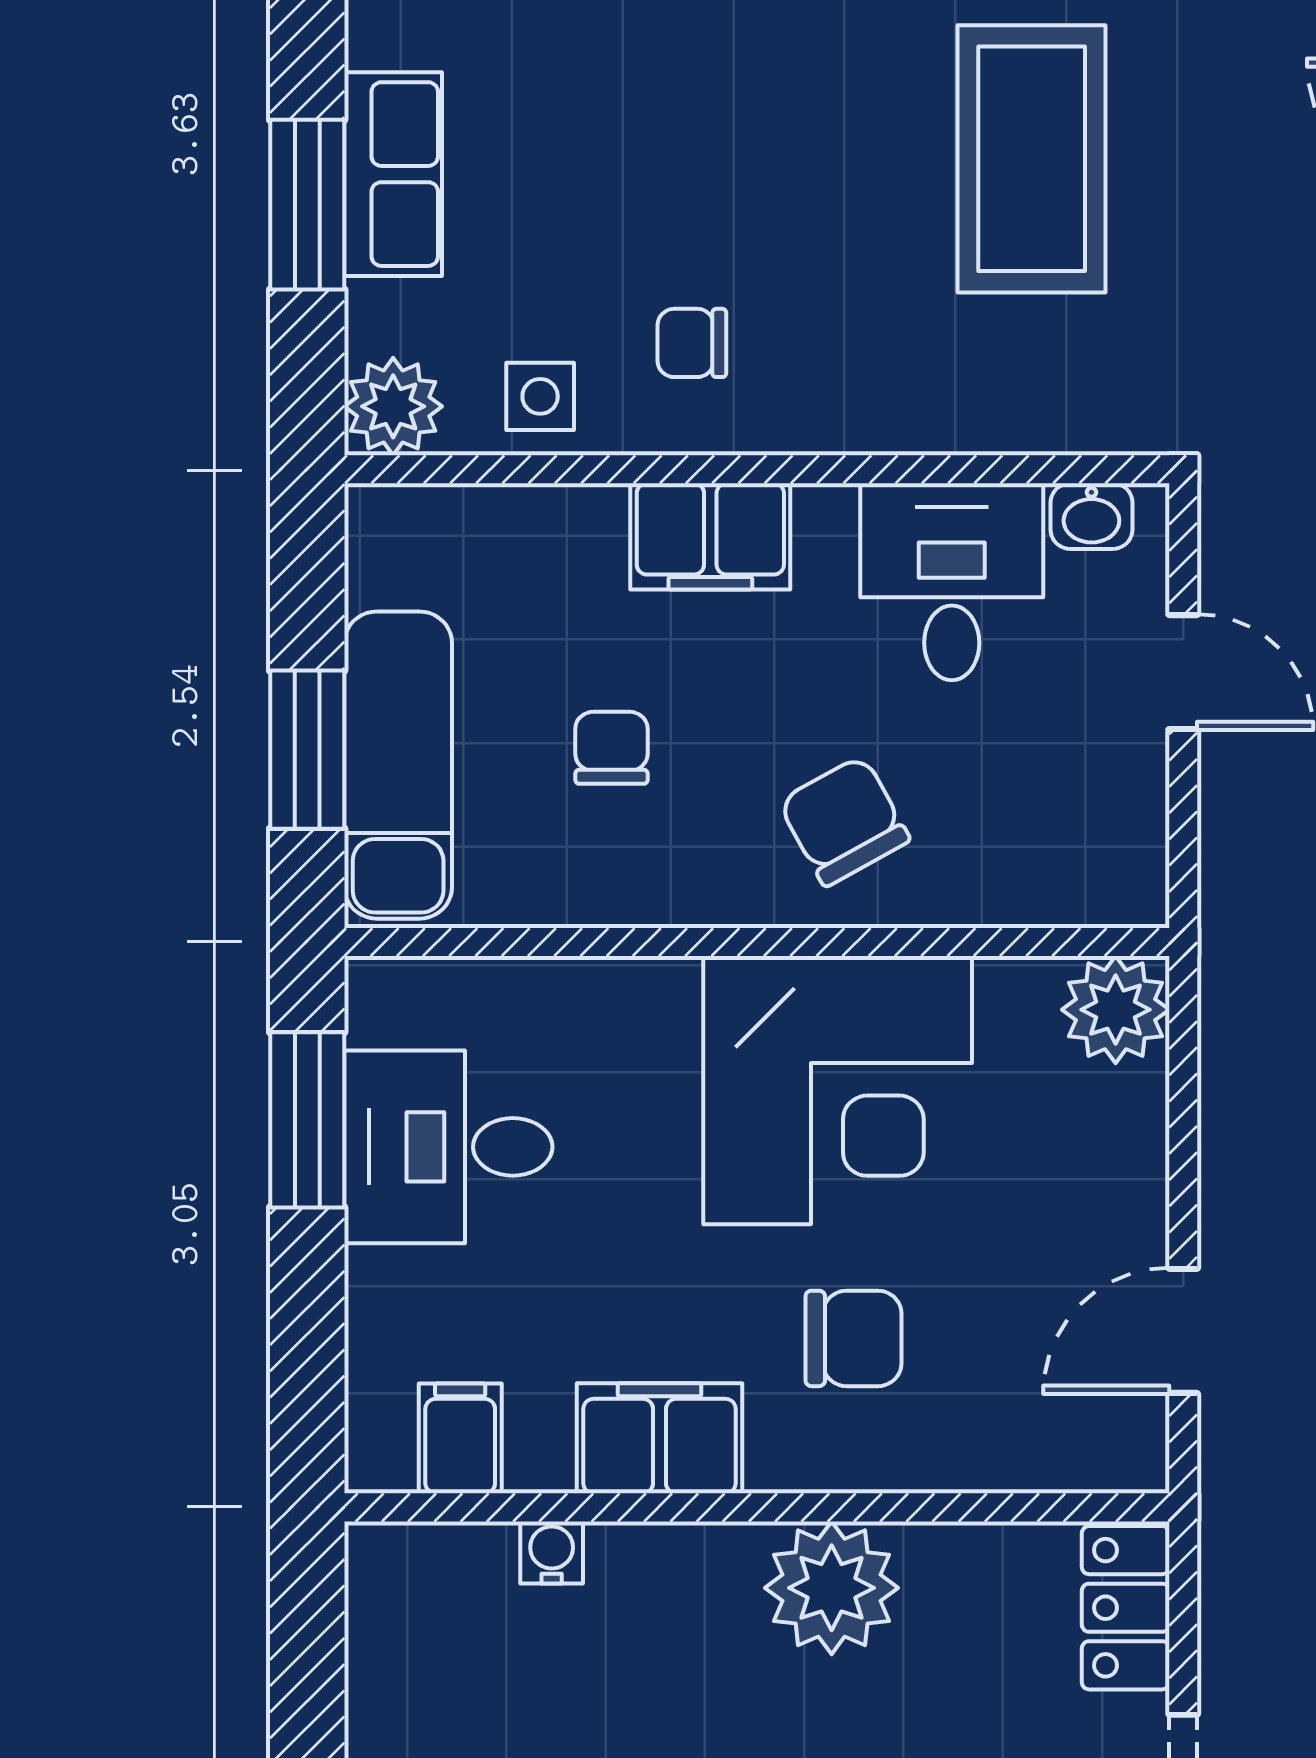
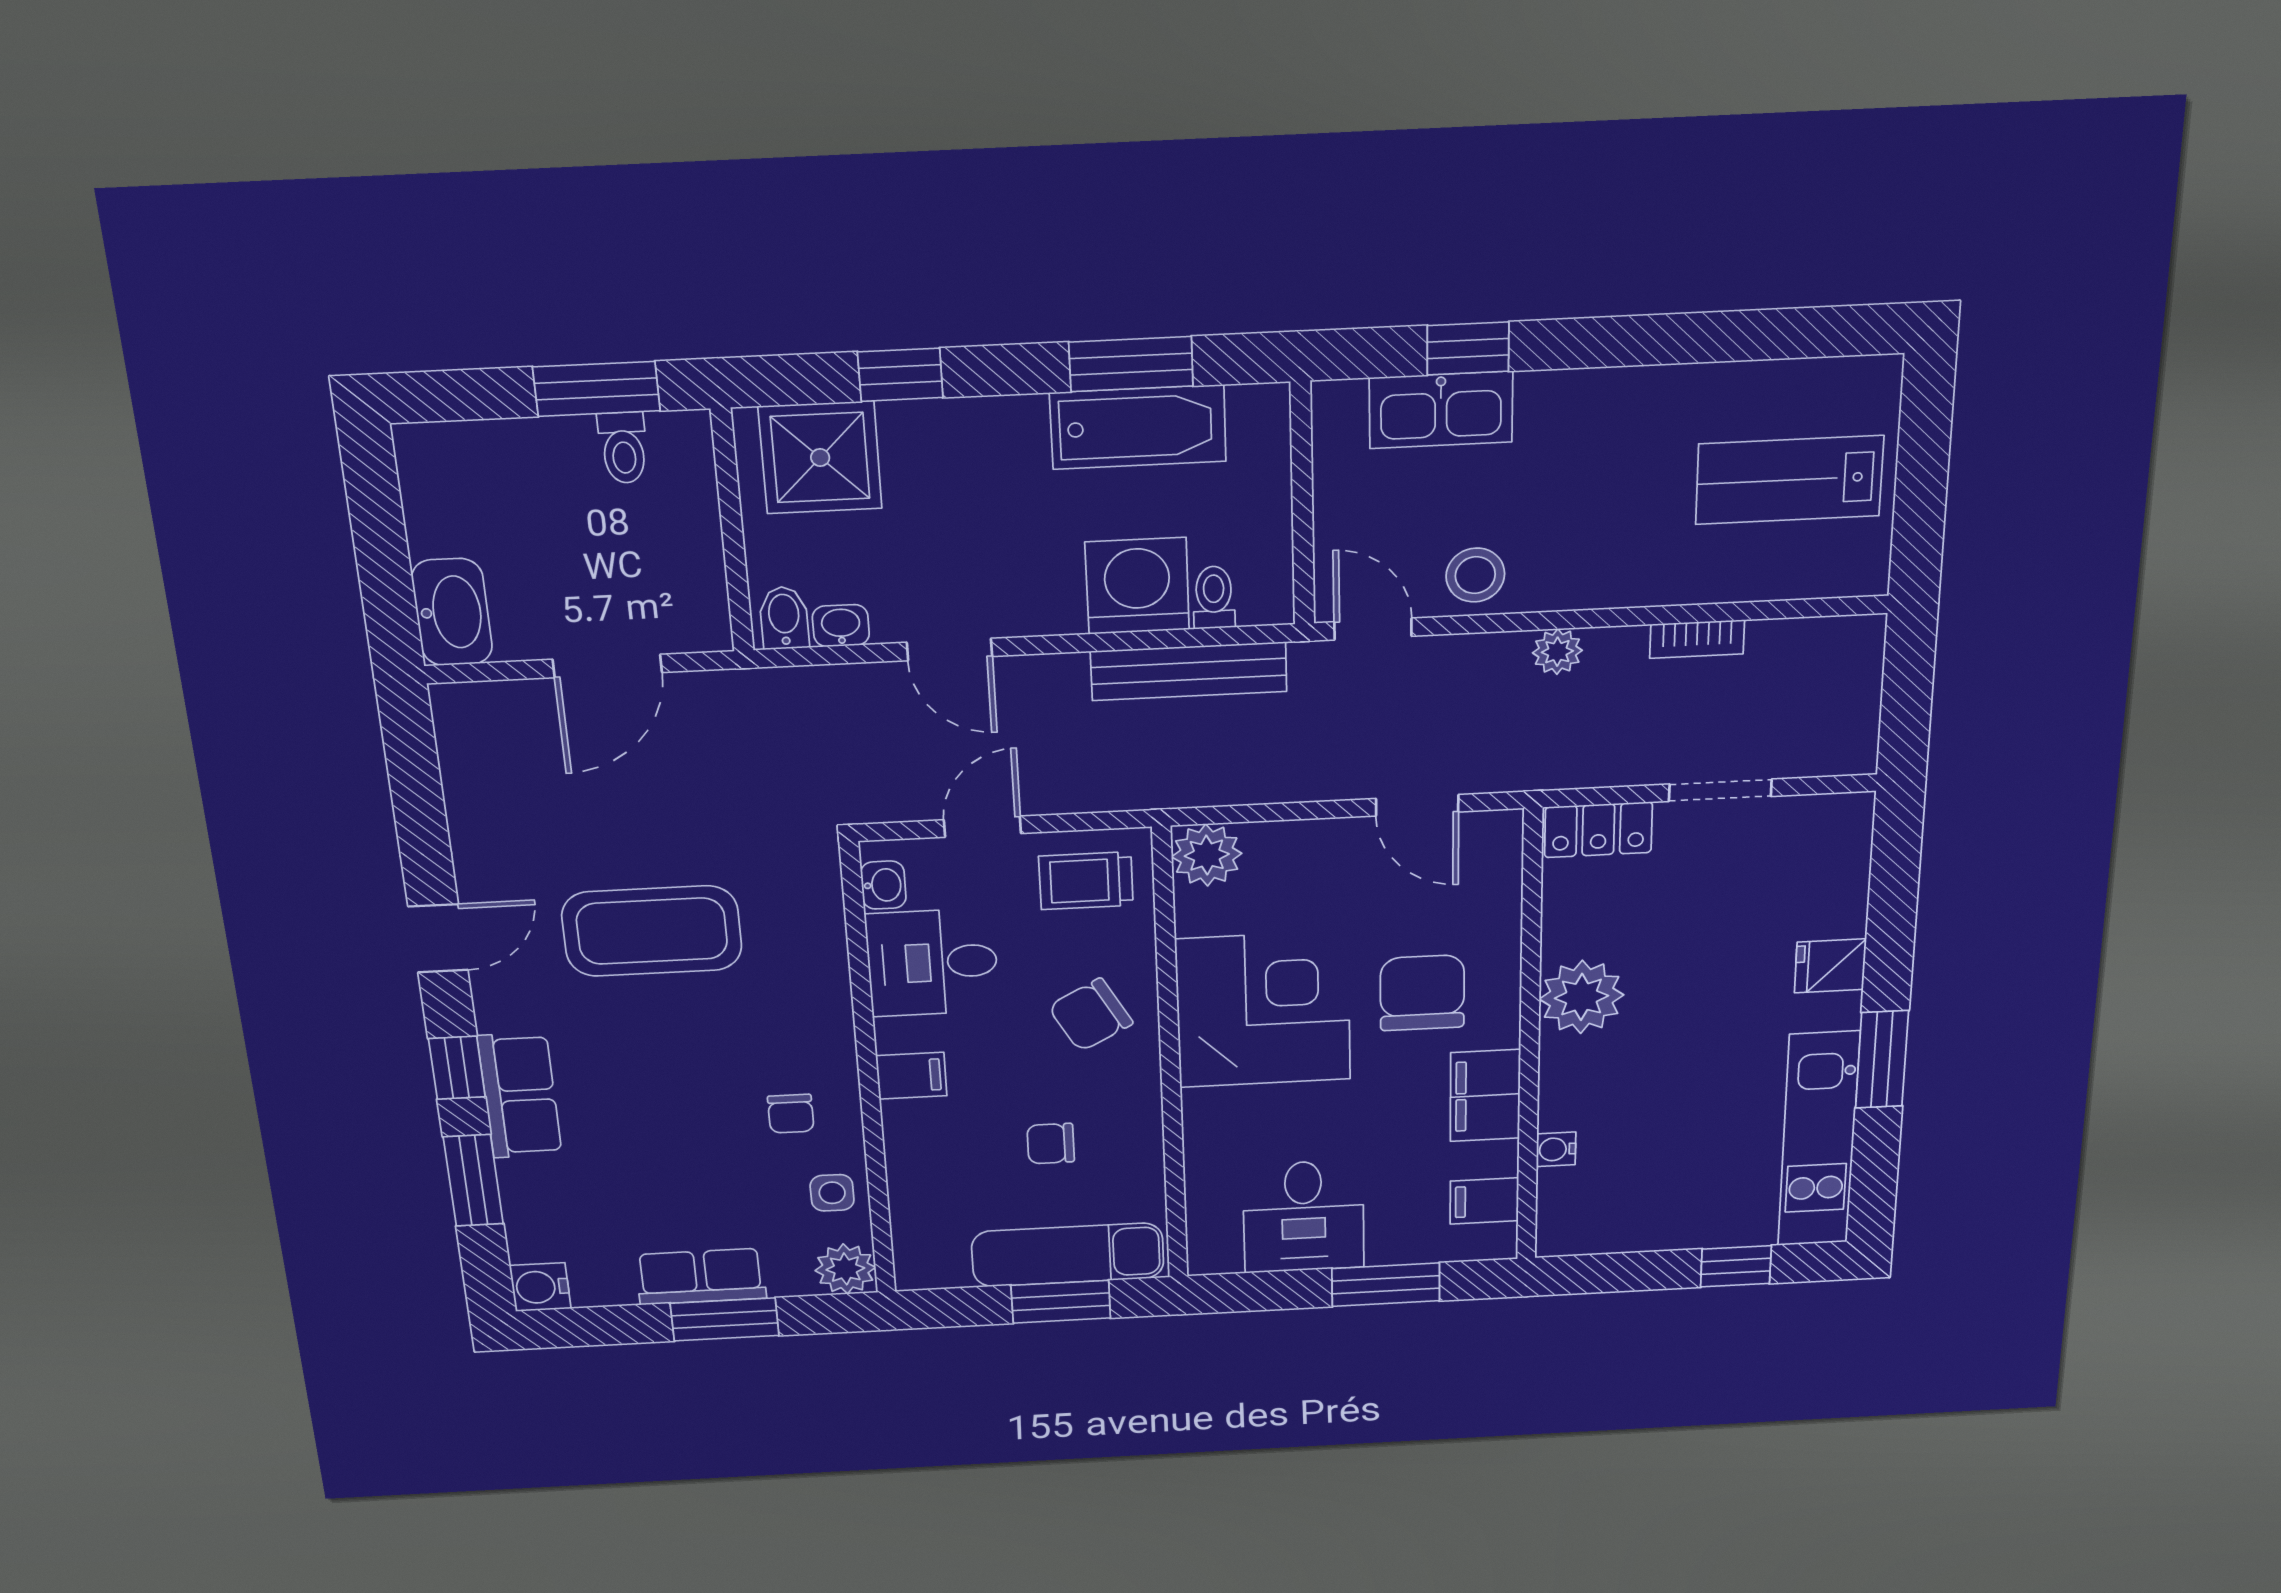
filing cabinet: (710, 536) -> (911, 1076), width x0.50
trolley: (1081, 824) -> (1086, 881), added
window: (307, 1120) -> (1386, 1285), moved
chair: (854, 1338) -> (1422, 993), width x1.37, depth x1.37

